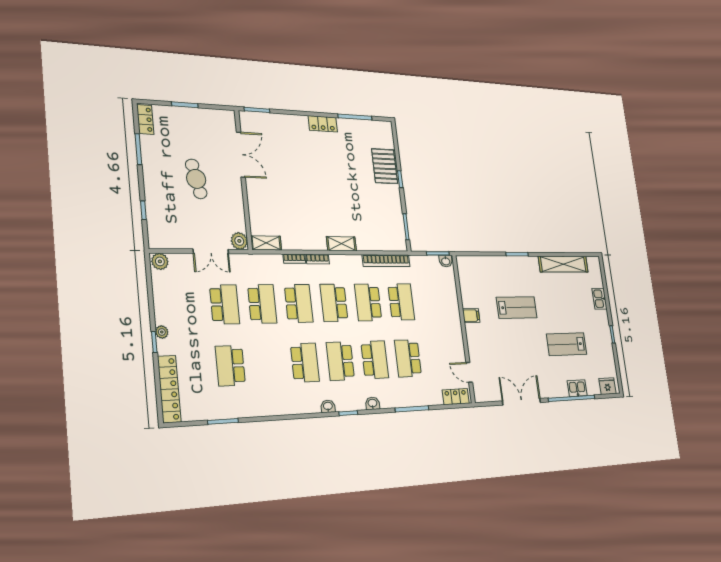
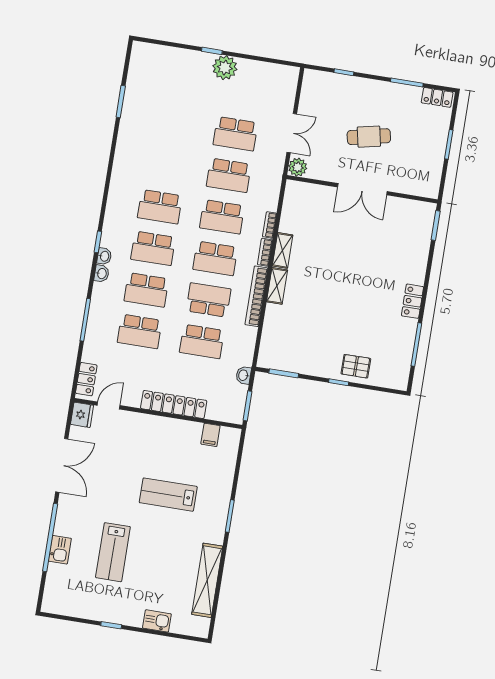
double door: (241, 155) -> (362, 189), moved
pallet: (385, 166) -> (356, 366), width x0.67, depth x0.71
shelving: (266, 243) -> (283, 250), moved
double door: (211, 251) -> (292, 133), swing flipped
plant: (160, 261) -> (290, 76), removed
bookcase: (386, 261) -> (256, 296), moved
washbasin: (446, 261) -> (243, 375), moved
school desk: (334, 303) -> (215, 258), turned 180
lab bench: (517, 307) -> (168, 495), turned 90
filing cabinet: (471, 316) -> (210, 435), moved
plant: (162, 332) -> (225, 68), width x1.88, depth x1.88
lab bench: (567, 344) -> (113, 552), turned 180
school desk: (408, 358) -> (140, 331), turned 180
school desk: (340, 361) -> (153, 248), turned 180
school desk: (230, 366) -> (173, 124), removed
fridge: (607, 386) -> (82, 415), moved
locker: (169, 389) -> (174, 404), moved, turned 180
washbasin: (328, 406) -> (104, 256), moved

